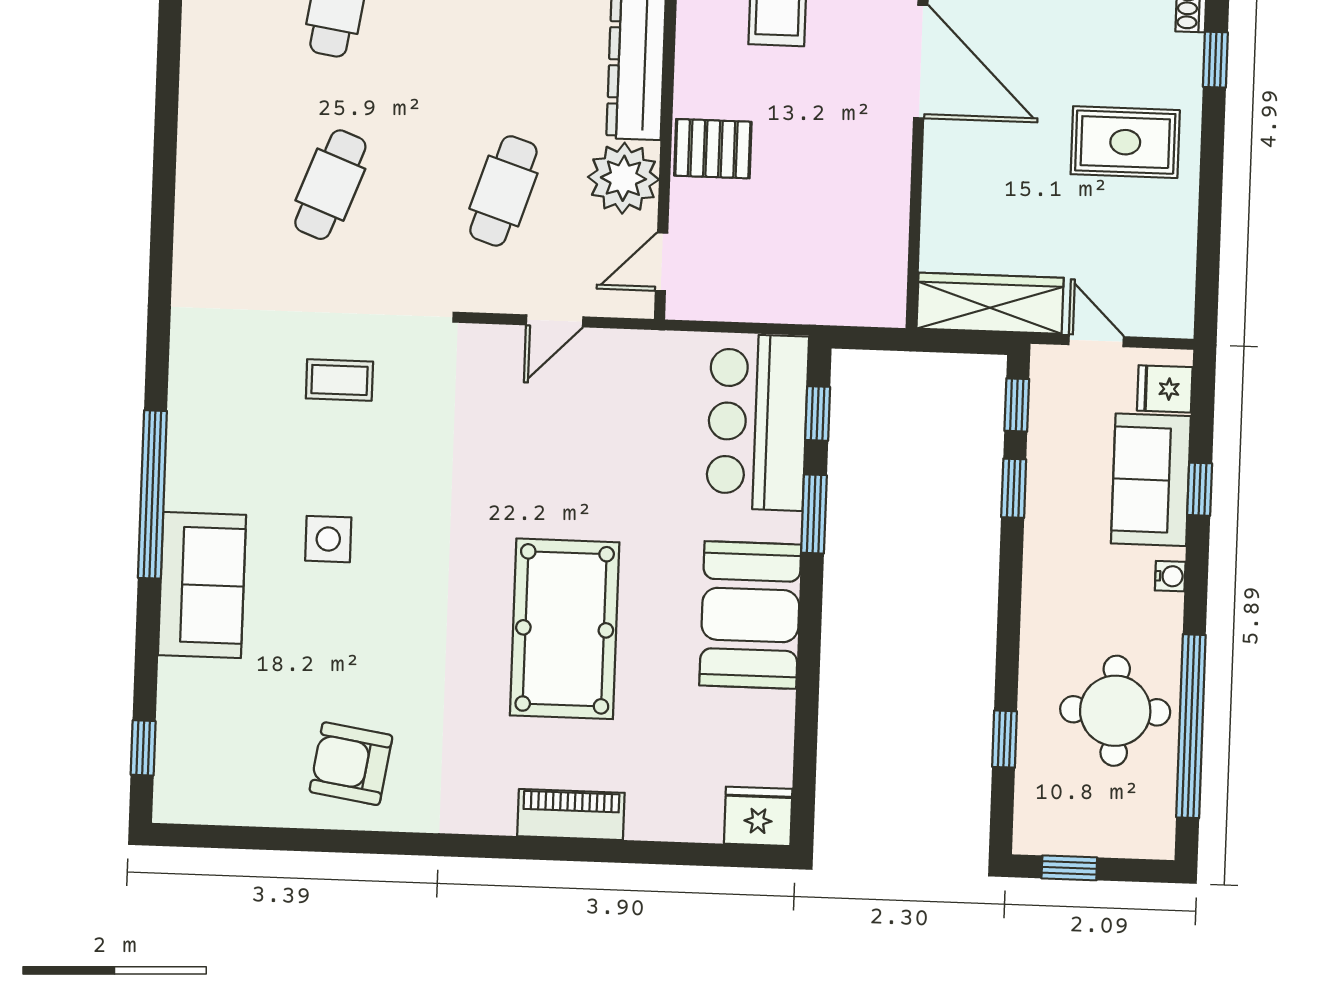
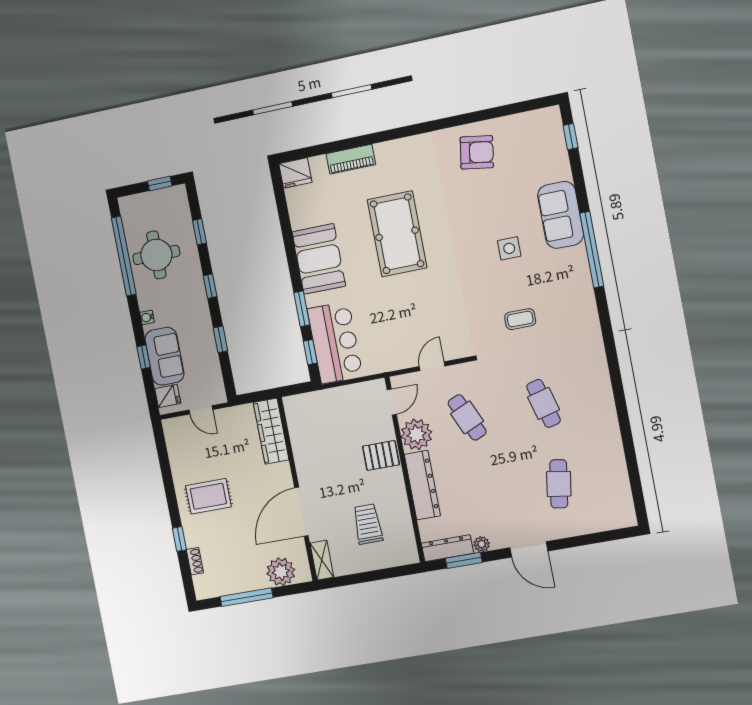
door: (921, 62) -> (301, 512), hinge flipped
cafe table: (330, 185) -> (544, 403), turned -36
cafe table: (503, 191) -> (467, 417), turned -42
wardrobe: (990, 303) -> (271, 431), moved, turned 90
window: (1017, 405) -> (210, 286), moved
piano: (571, 814) -> (351, 159), moved

